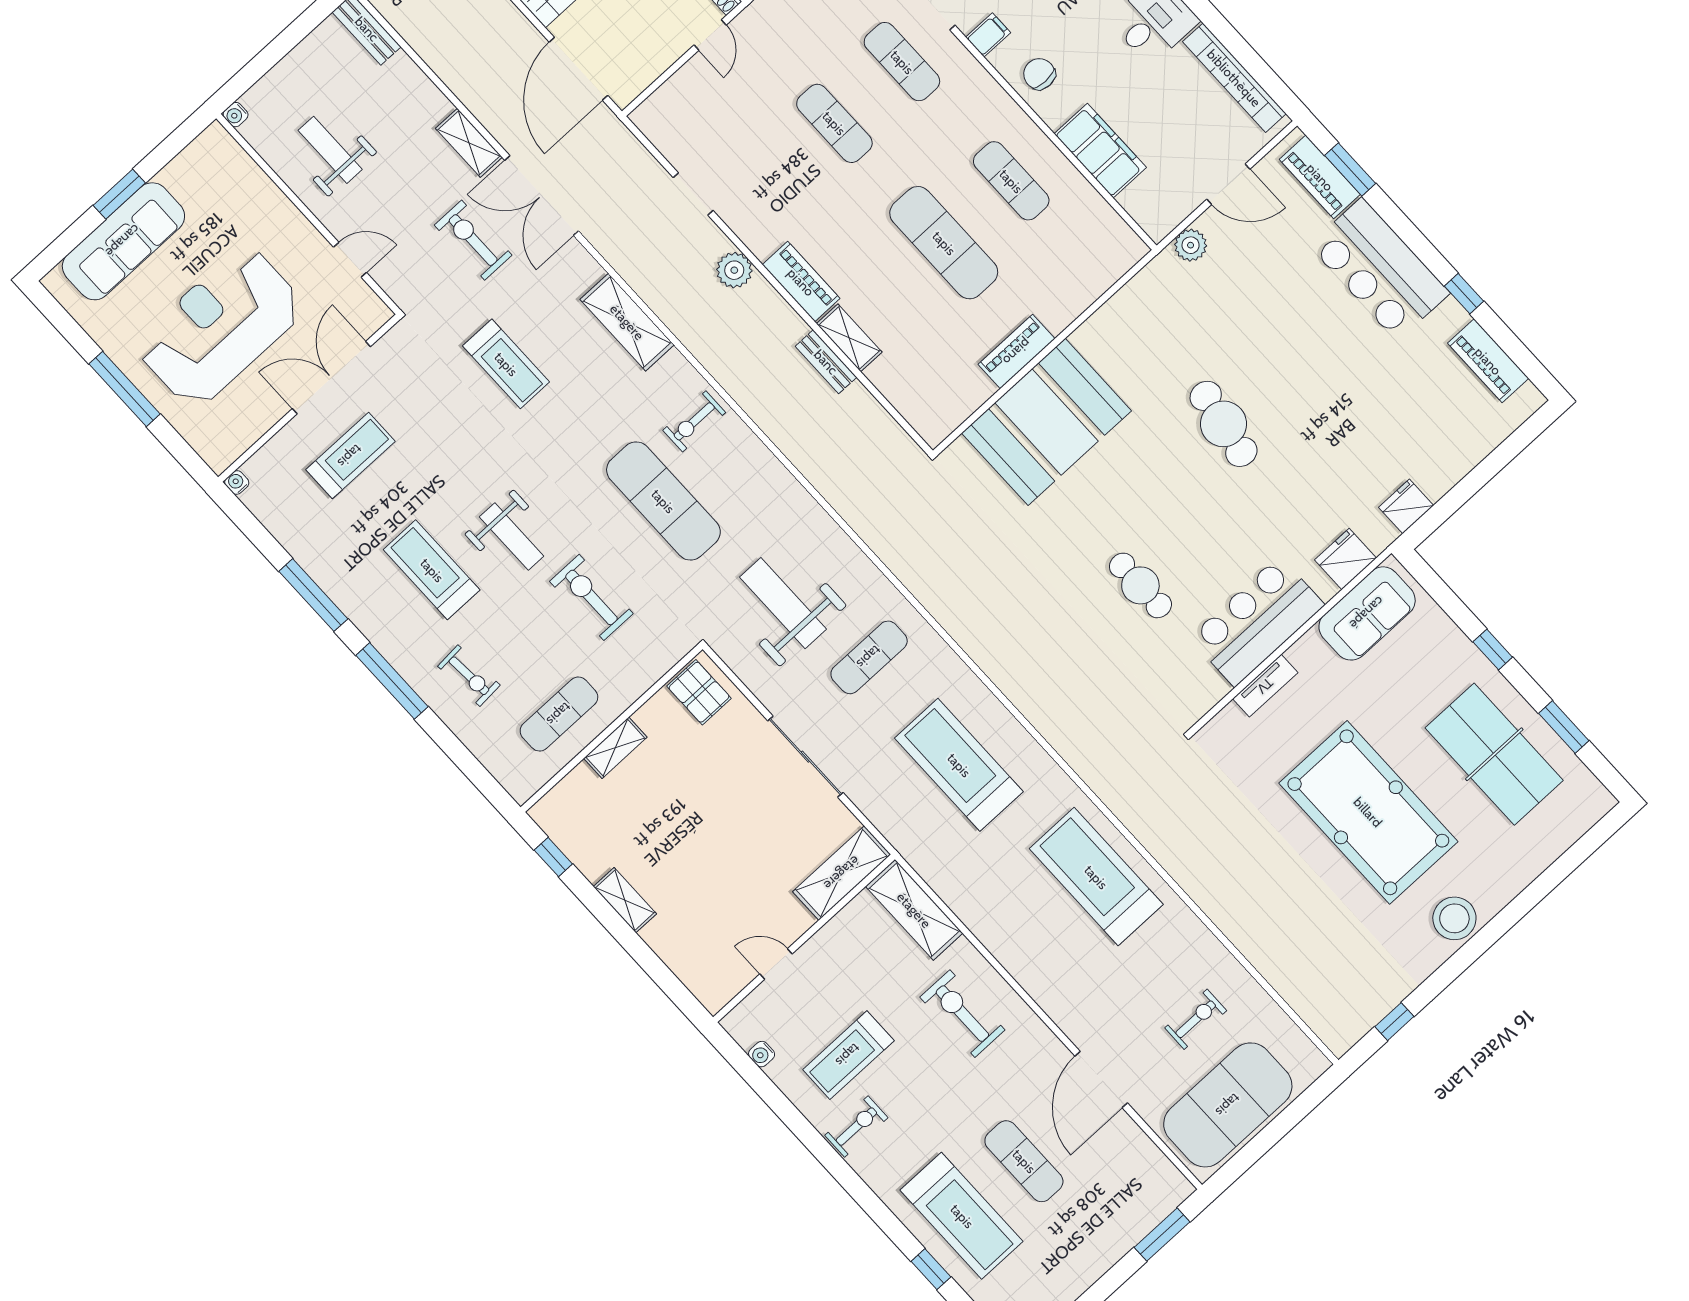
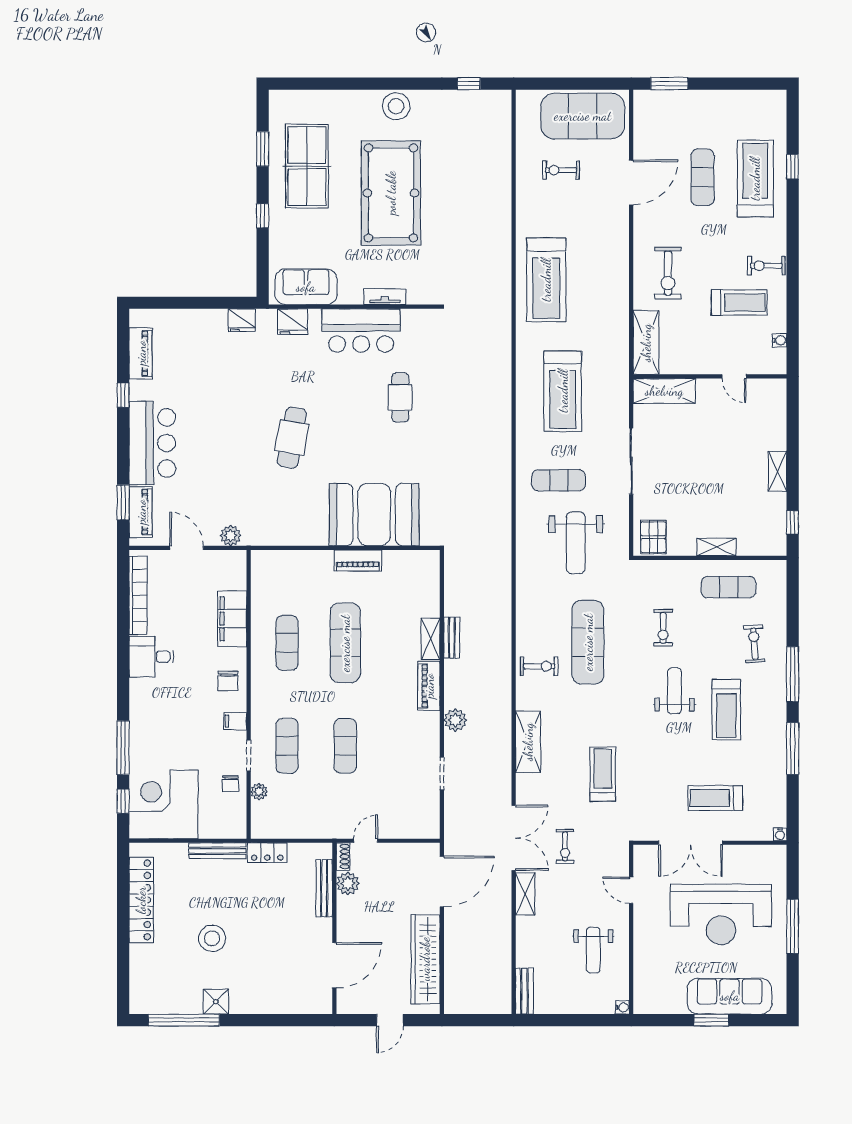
exercise bike: (473, 240) -> (565, 846), width x0.73, depth x0.72
exercise bike: (591, 597) -> (663, 628), width x0.73, depth x0.72

